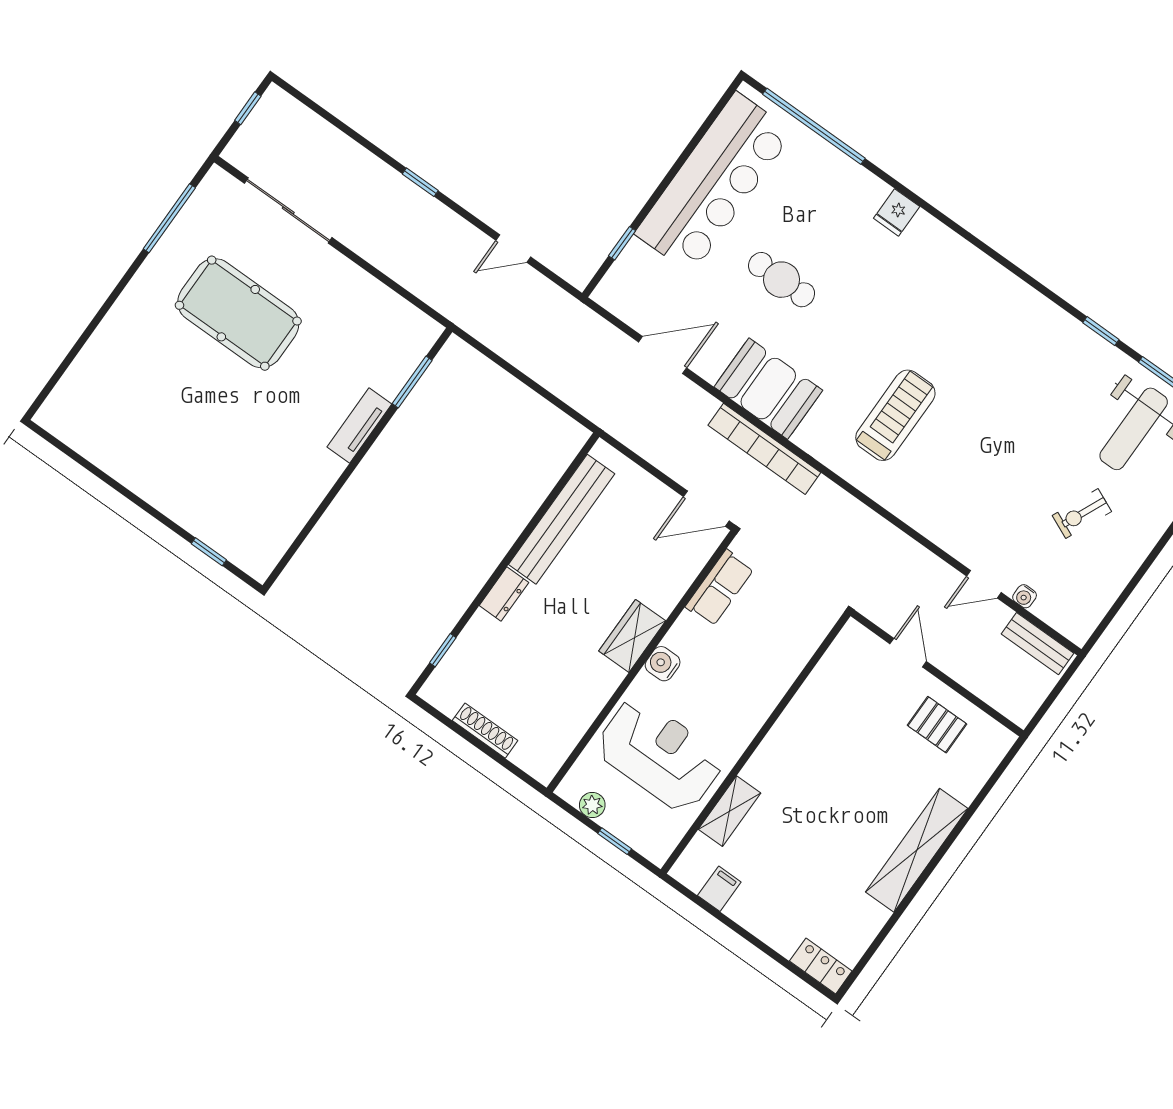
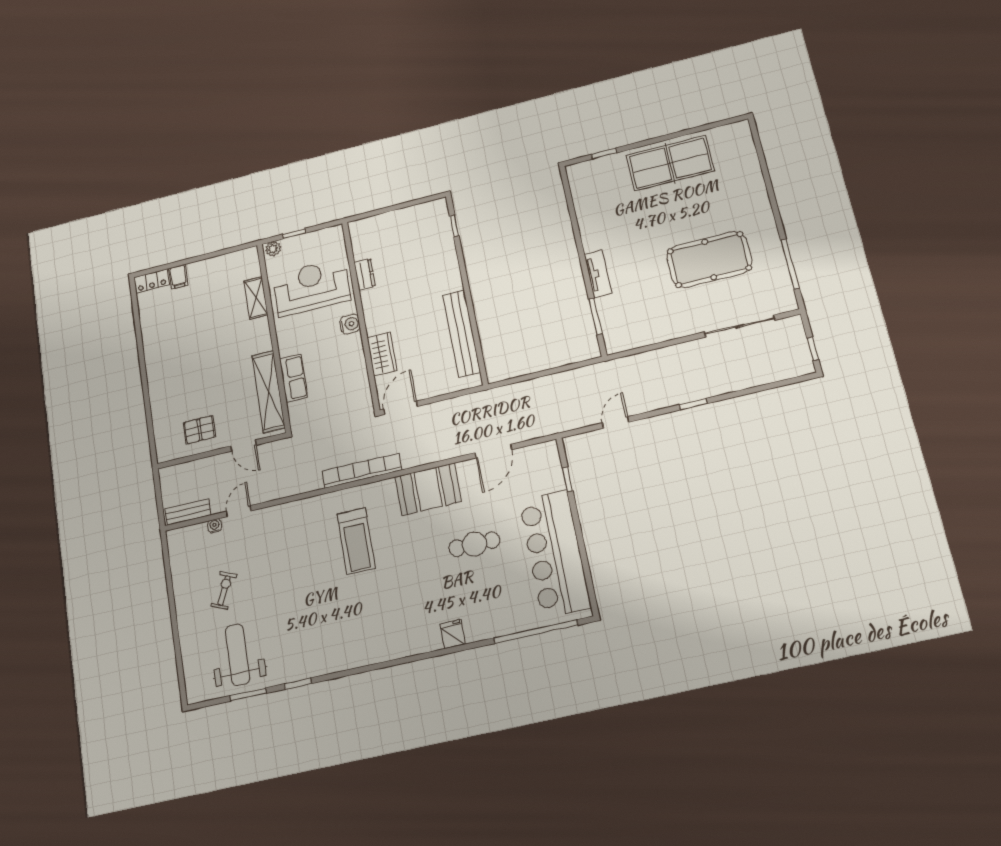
bookcase: (764, 449) -> (362, 471), moved
table tennis table: (158, 462) -> (670, 163), added
row of seats: (720, 588) -> (294, 378), moved, turned 180
dresser: (504, 594) -> (365, 274), moved, turned 180
wardrobe: (632, 636) -> (382, 354), moved
shoe rack: (485, 731) -> (399, 215), removed
reception desk: (660, 754) -> (311, 287), turned 180
plant: (592, 805) -> (273, 249), moved
shelving: (917, 850) -> (268, 392), moved
filing cabinet: (719, 889) -> (178, 277), moved

